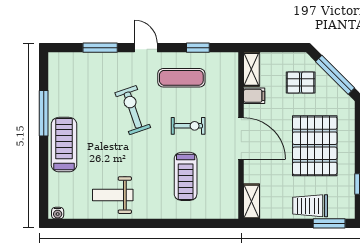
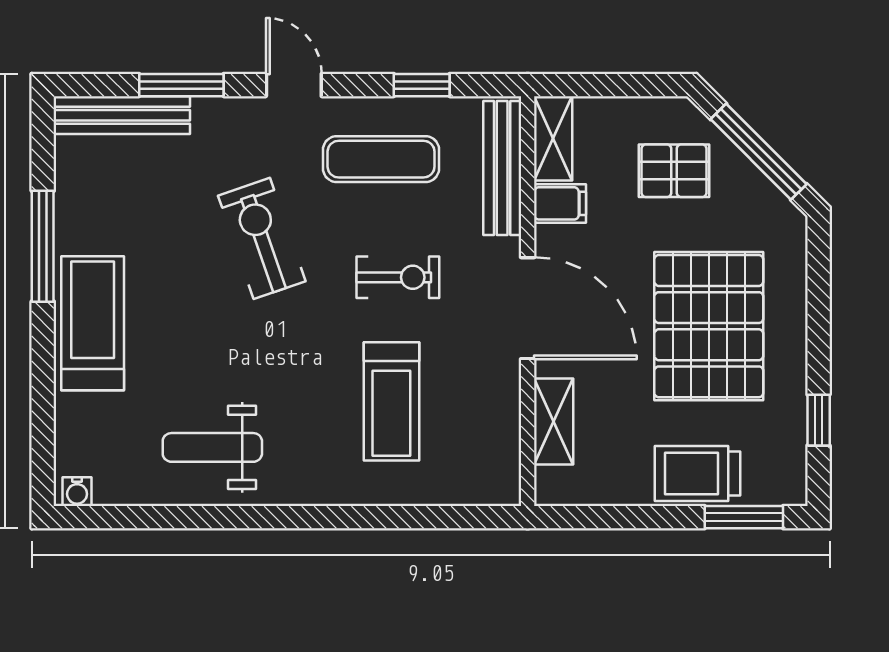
bench: (76, 60) -> (122, 115), added
bench: (231, 81) -> (502, 168), added
shelving: (252, 201) -> (554, 422), moved

